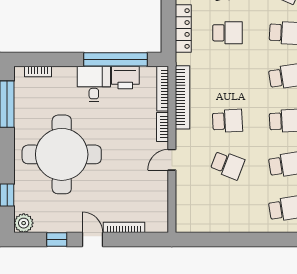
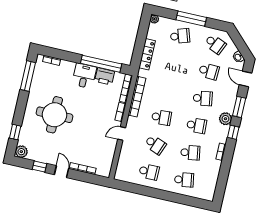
school desk: (227, 33) -> (149, 172), moved
round table: (62, 154) -> (54, 115), width x0.73, depth x0.73

